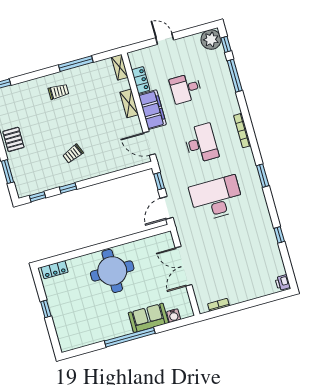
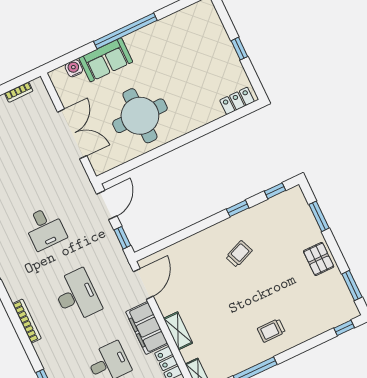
door: (149, 143) -> (143, 284), hinge flipped
desk: (201, 143) -> (77, 296), turned 180
desk: (216, 198) -> (45, 228), width x0.53, depth x0.77
round table: (112, 271) -> (140, 116), moved

